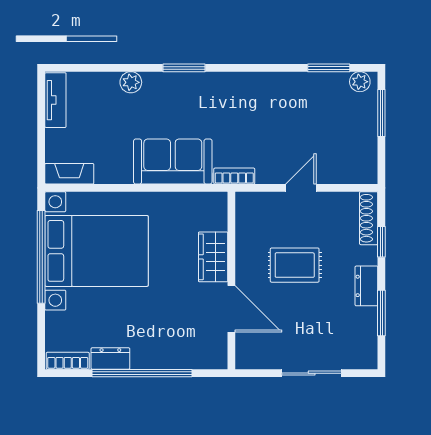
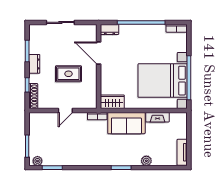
fireplace: (69, 174) -> (158, 117), moved
wardrobe: (213, 257) -> (112, 102), moved, turned -90
dresser: (110, 358) -> (110, 29), moved

